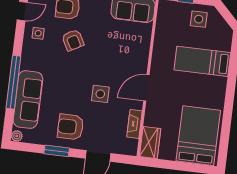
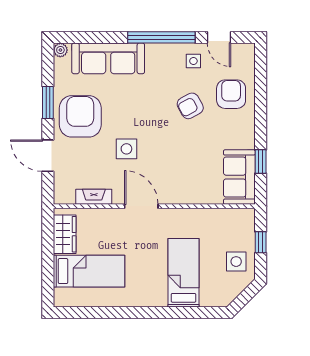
window: (13, 82) -> (161, 37), moved
armchair: (71, 127) -> (80, 116), width x1.36, depth x1.36
bed: (198, 136) -> (89, 271), width x0.67
wardrobe: (150, 143) -> (65, 234), moved, turned -90

